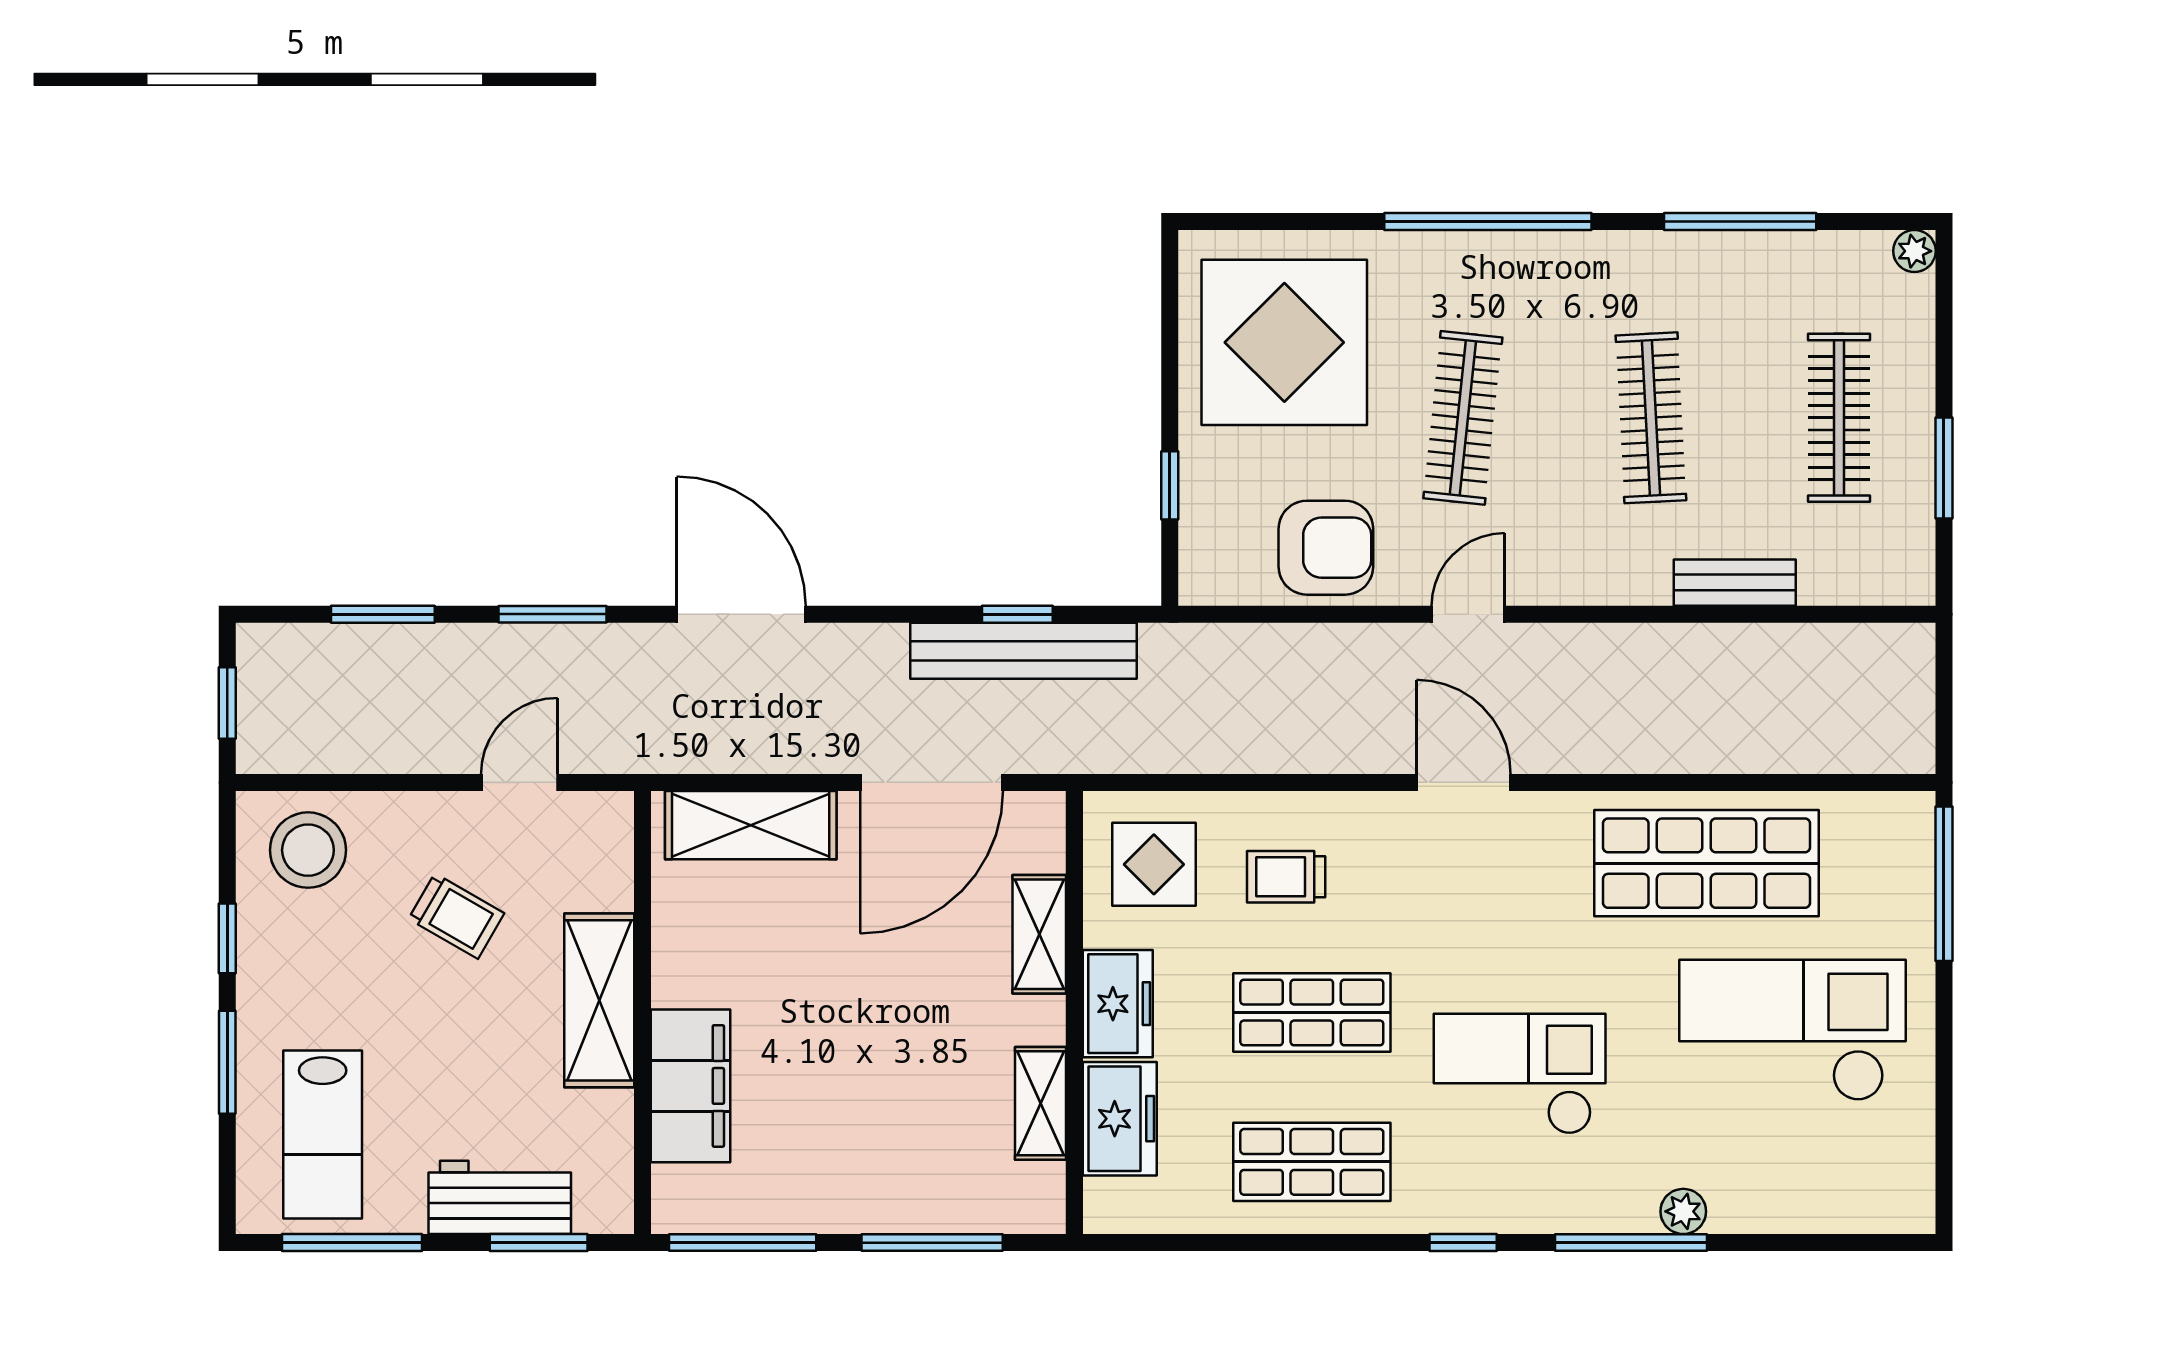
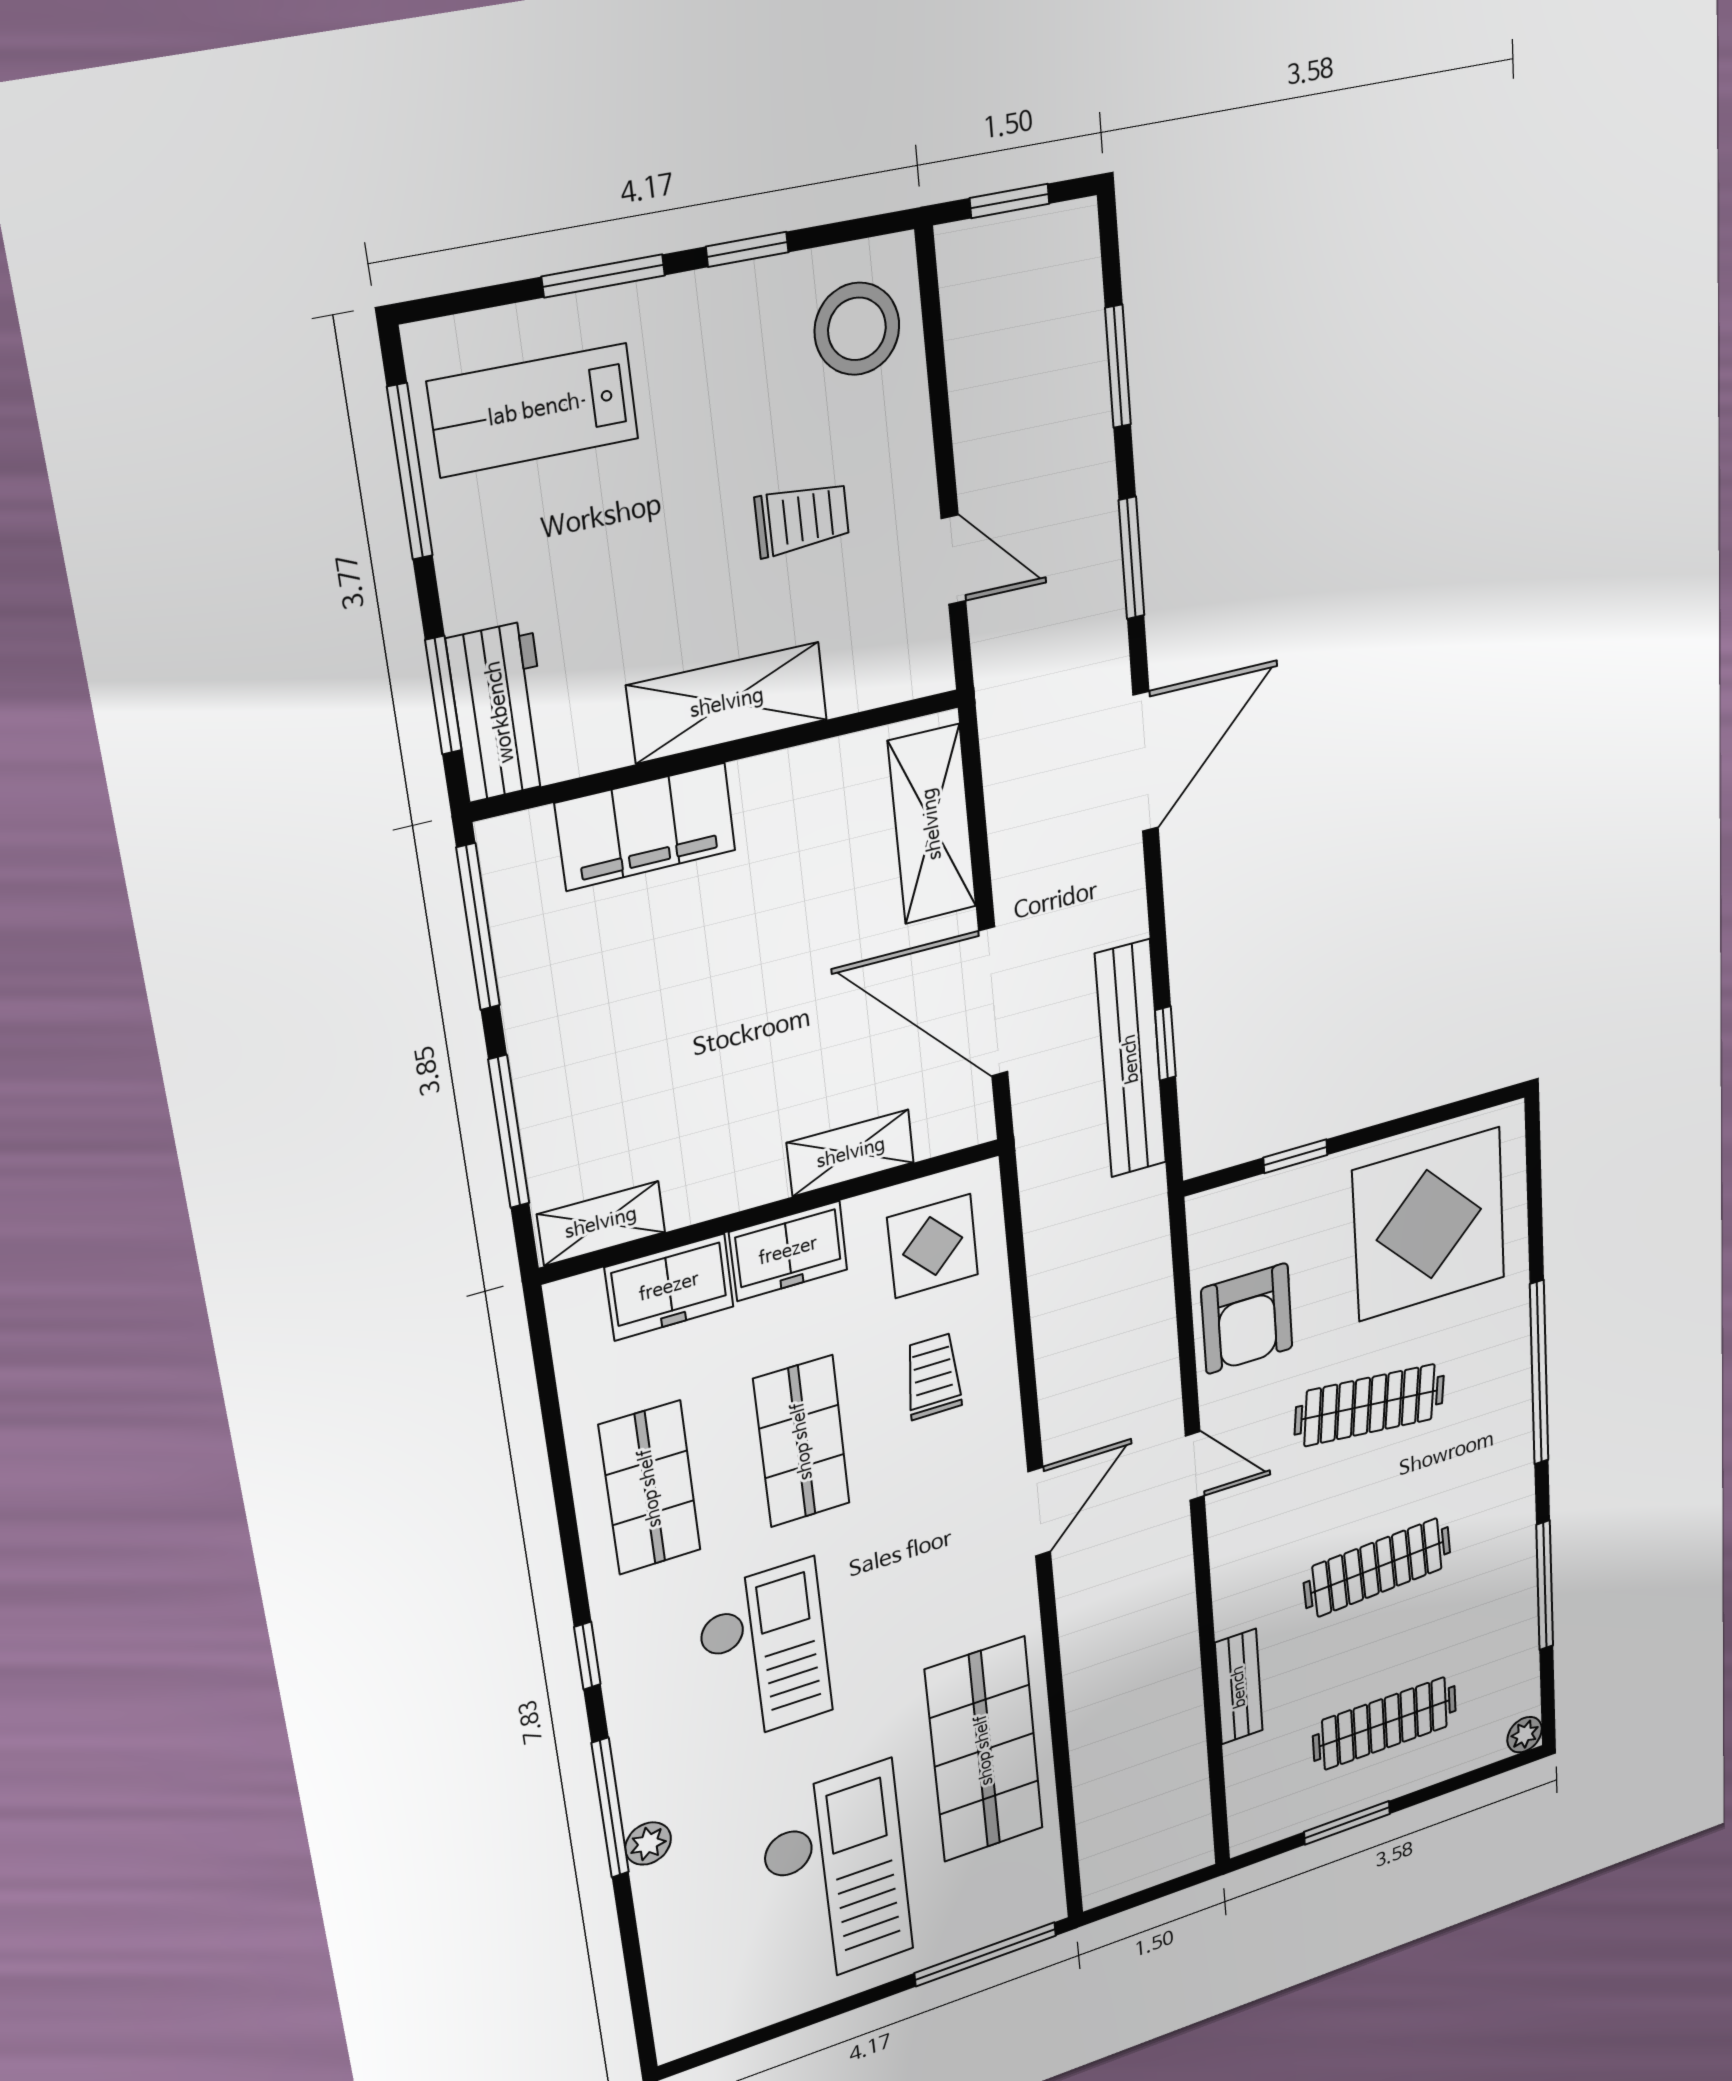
trolley: (456, 916) -> (802, 519), turned -120
shelving: (1041, 1103) -> (601, 1223), moved
workbench: (500, 1197) -> (500, 712), moved

